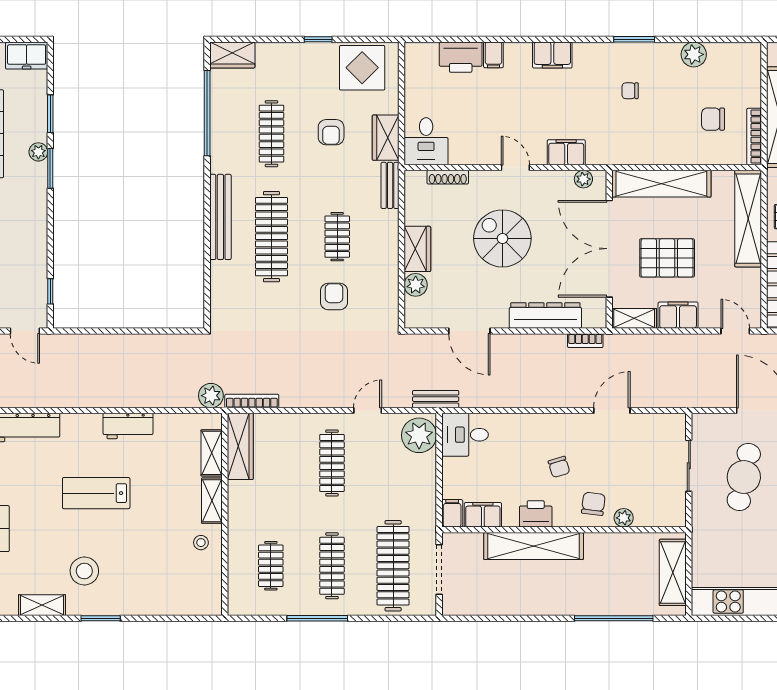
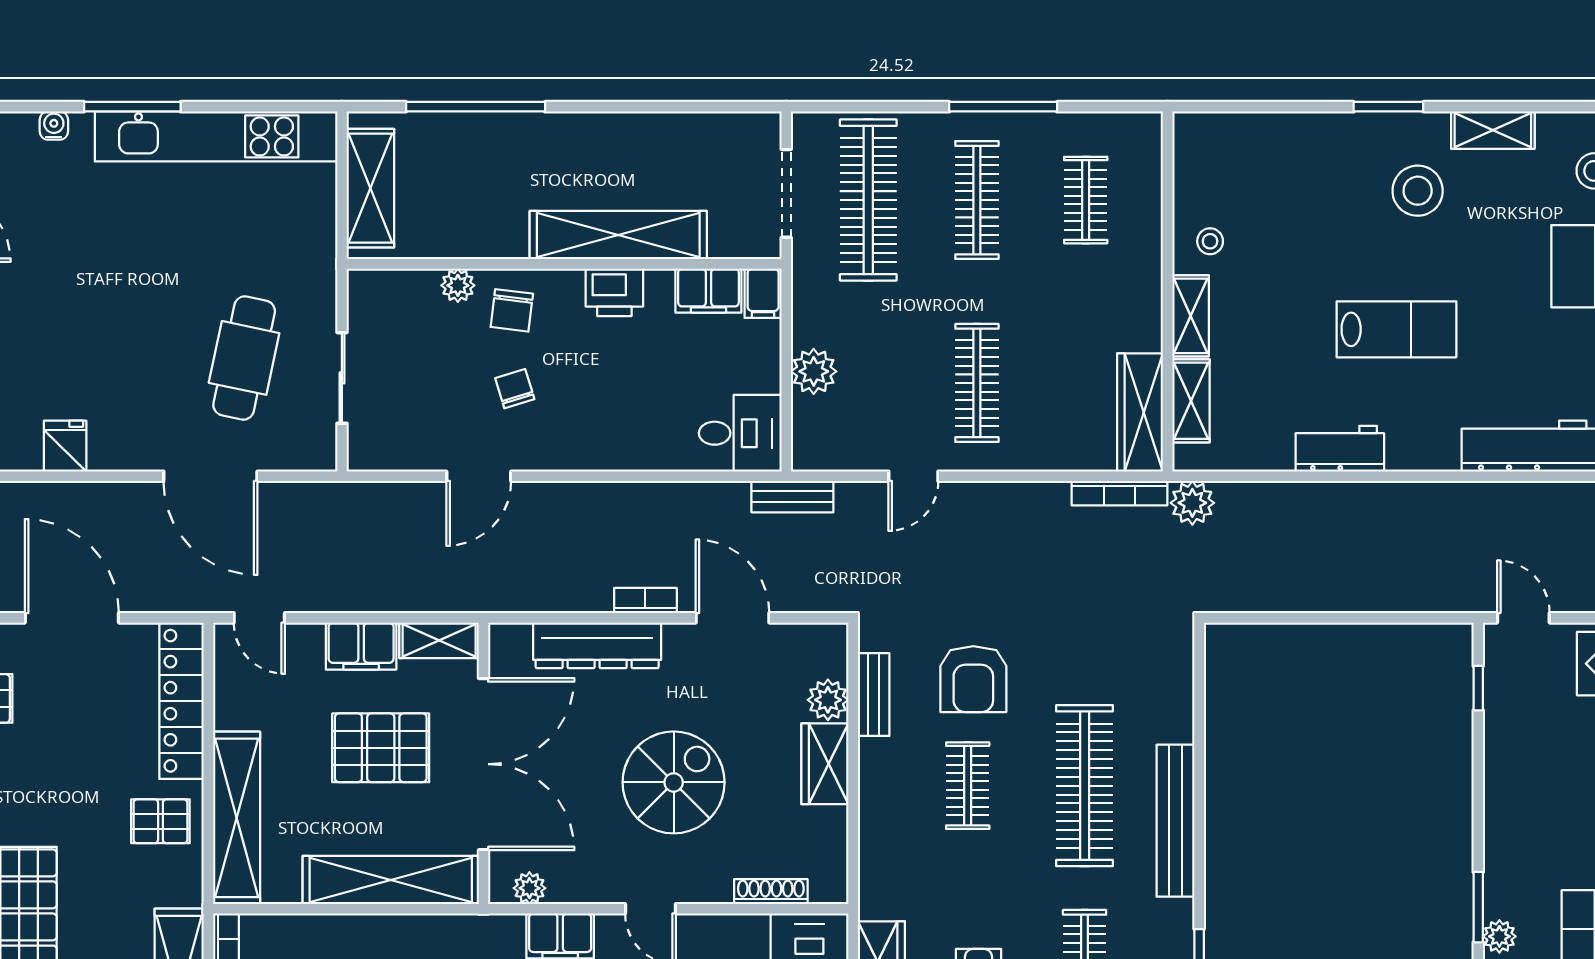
bench: (390, 185) -> (874, 695), moved
spiral stairs: (502, 238) -> (674, 782), turned -90
armchair: (334, 296) -> (973, 679), width x1.38, depth x1.38
bookcase: (585, 341) -> (645, 601), moved
plant: (419, 435) -> (814, 371), moved, width x0.73, depth x0.73
chair: (559, 467) -> (515, 389), moved

